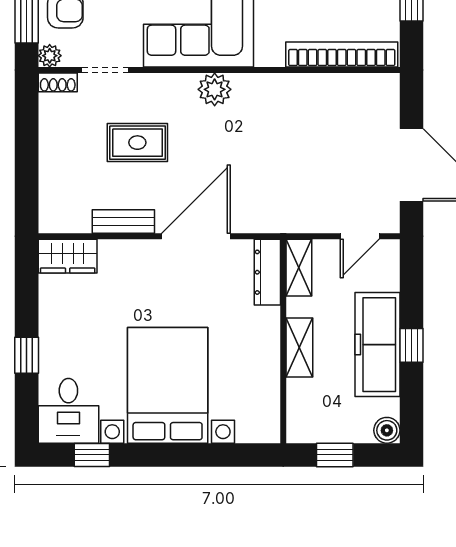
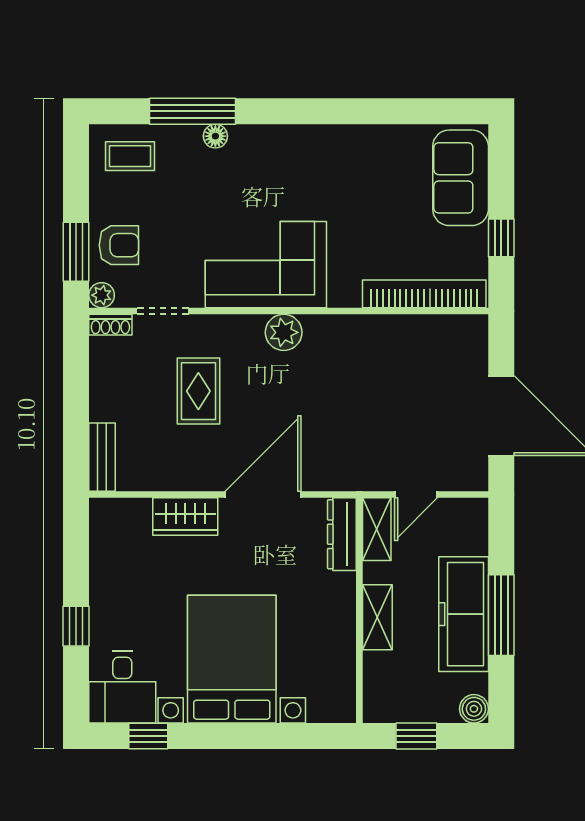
rug: (137, 143) -> (198, 391), turned 90
bench: (123, 222) -> (102, 457), moved, turned 90
door: (360, 236) -> (416, 495), moved
wardrobe: (68, 256) -> (185, 517), moved
window: (411, 345) -> (501, 615), width x2.17

